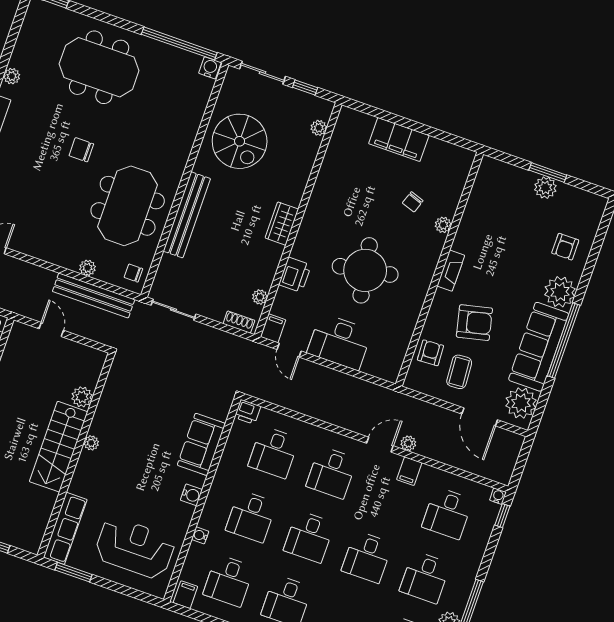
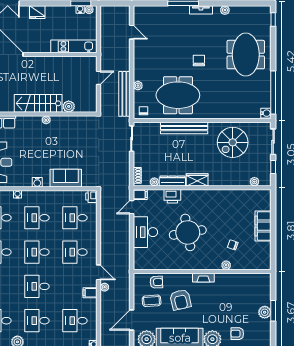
dresser: (269, 266) -> (172, 181), added

